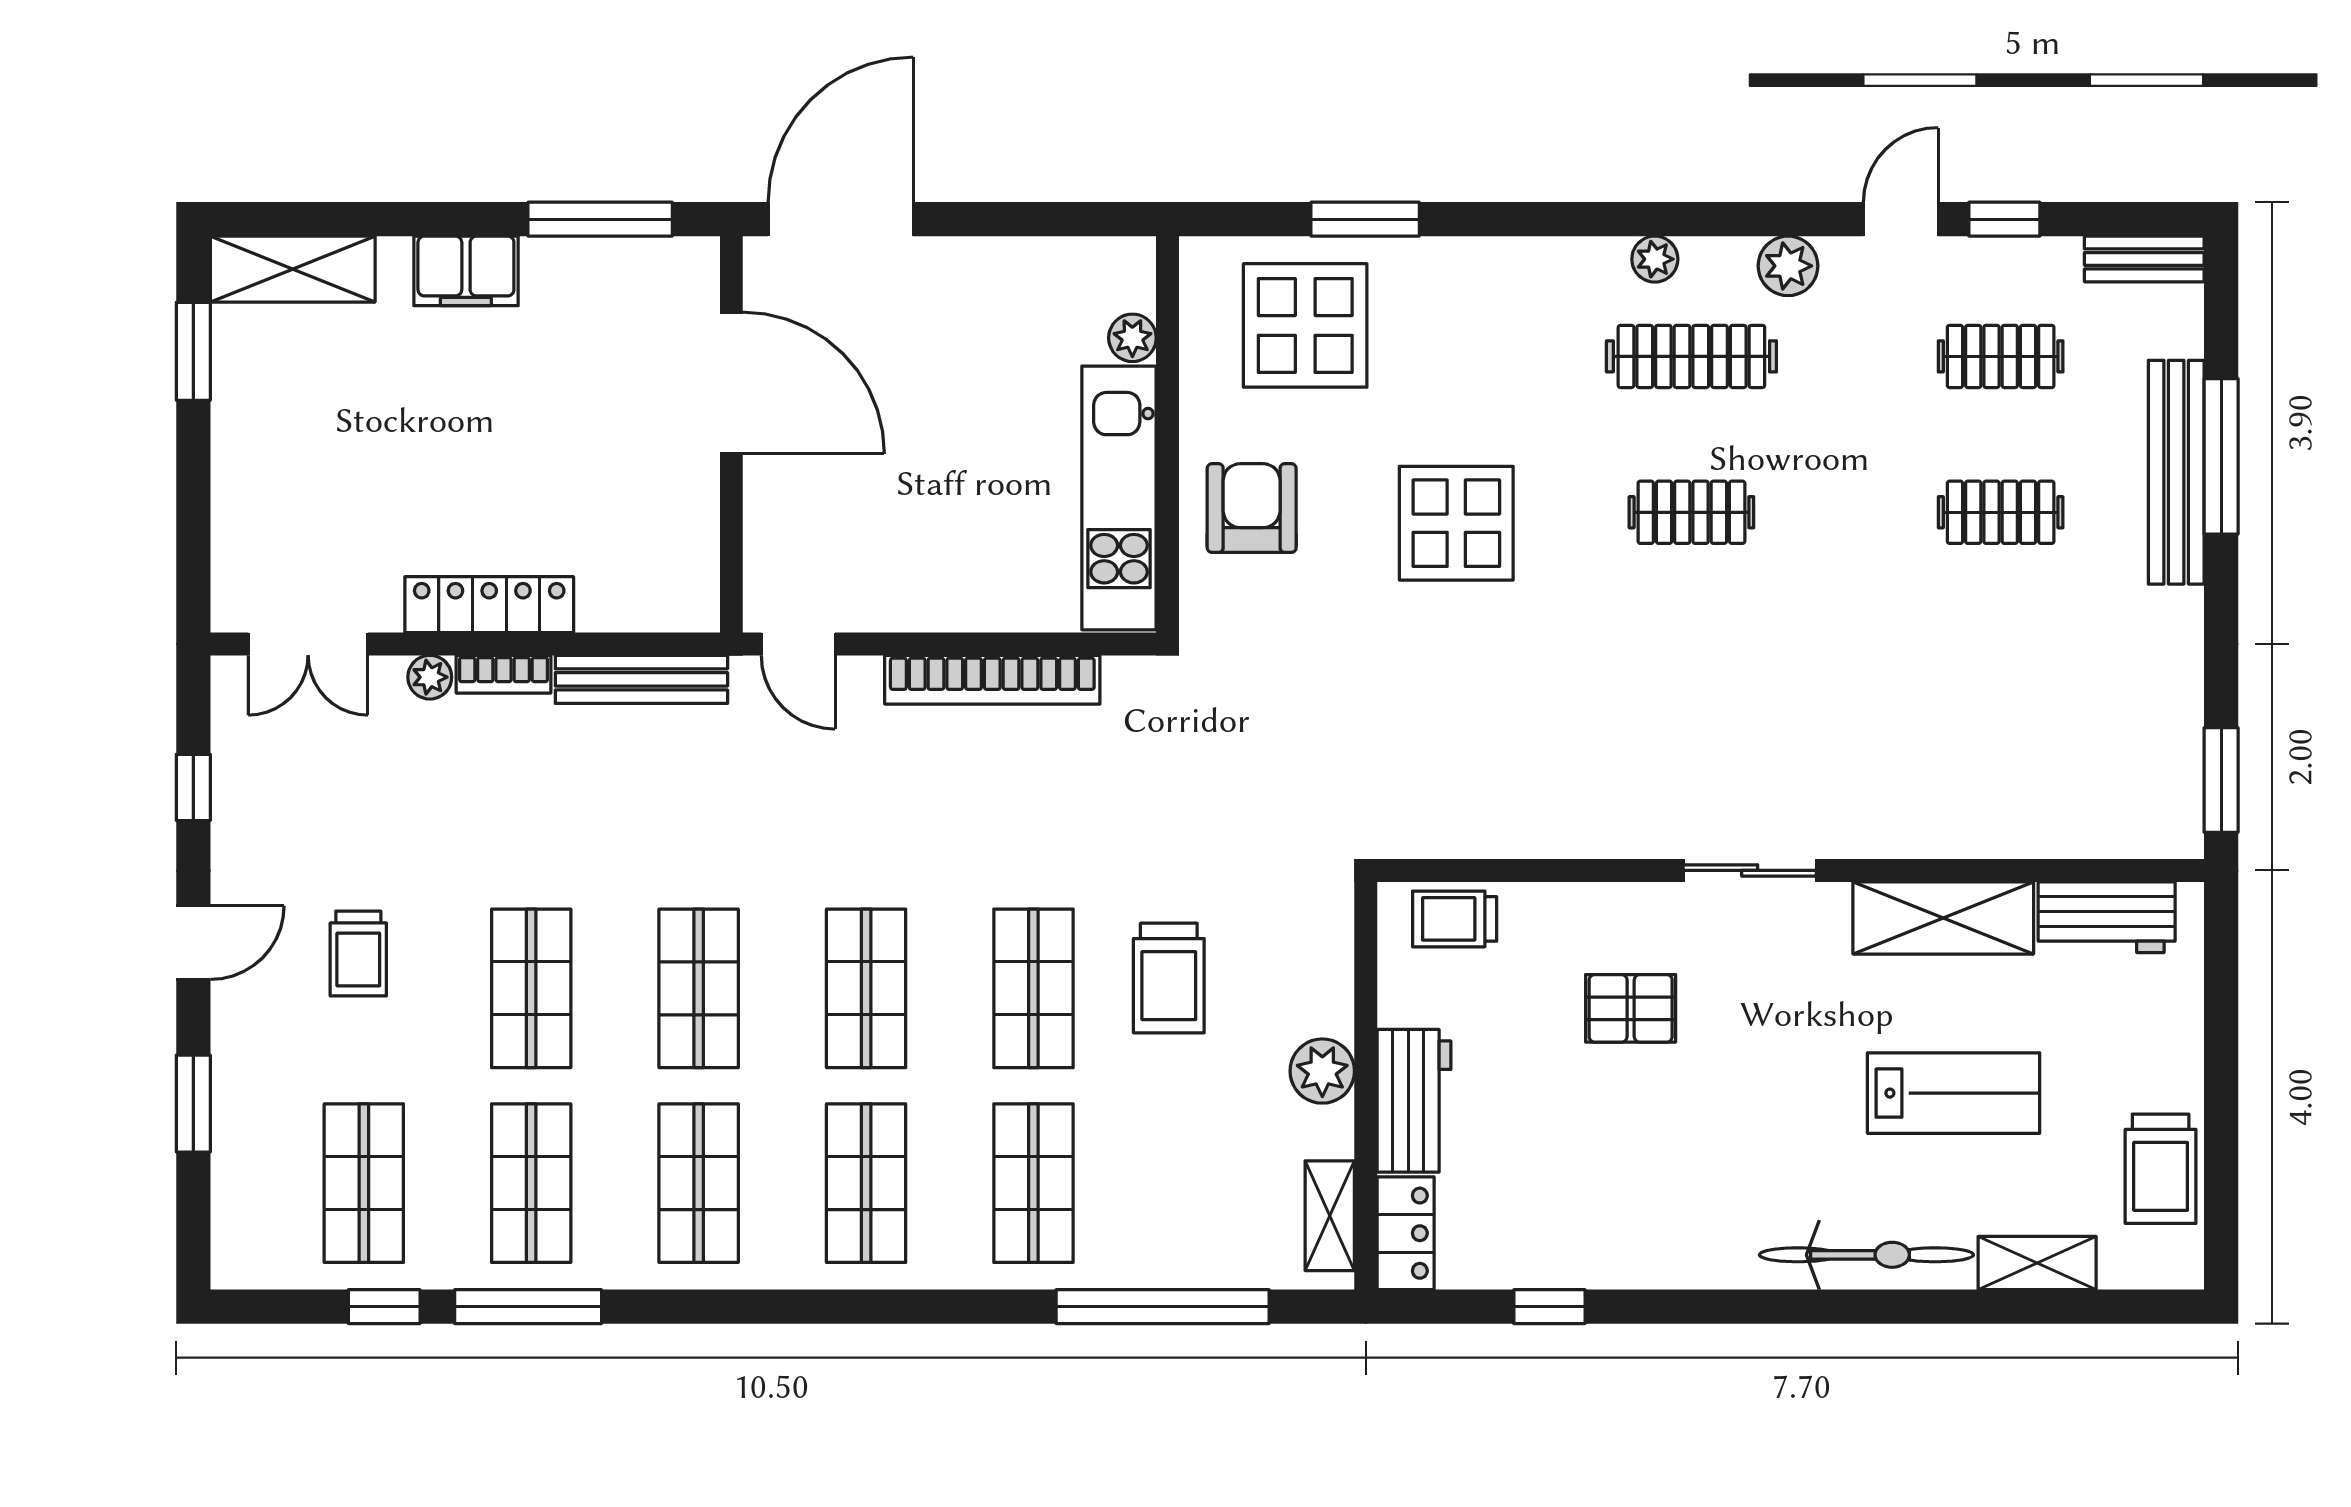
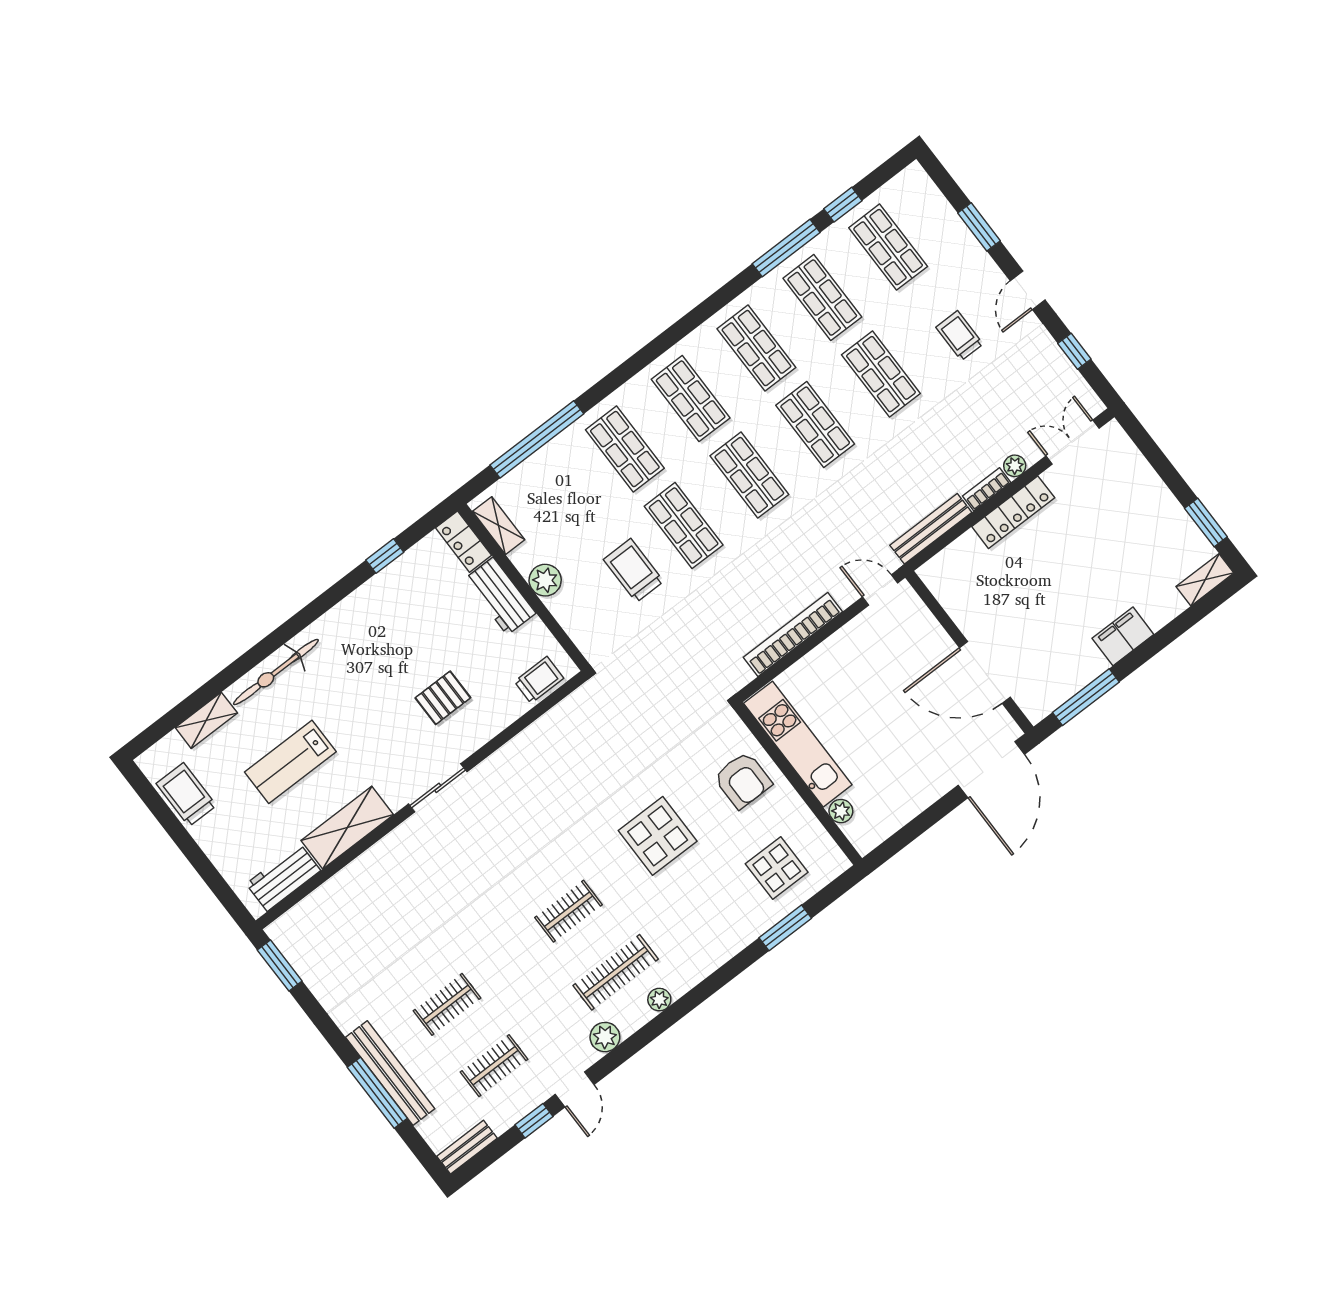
shelving: (293, 269) -> (1205, 580), width x0.67, depth x0.75
display table: (1305, 325) -> (777, 868), width x0.73, depth x0.73

